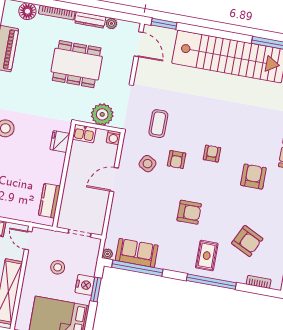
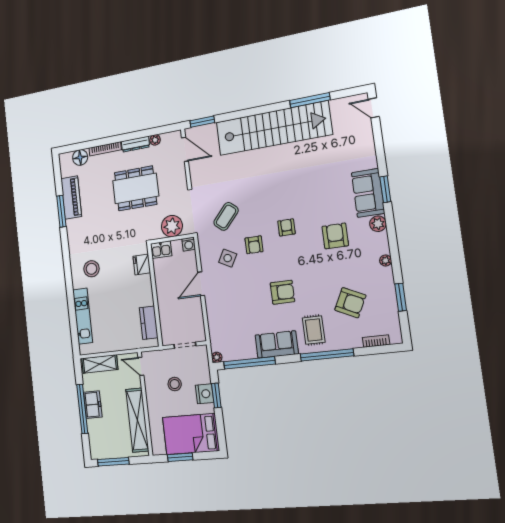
coffee table: (158, 124) -> (226, 216), turned 41
sofa: (137, 253) -> (277, 344), moved

